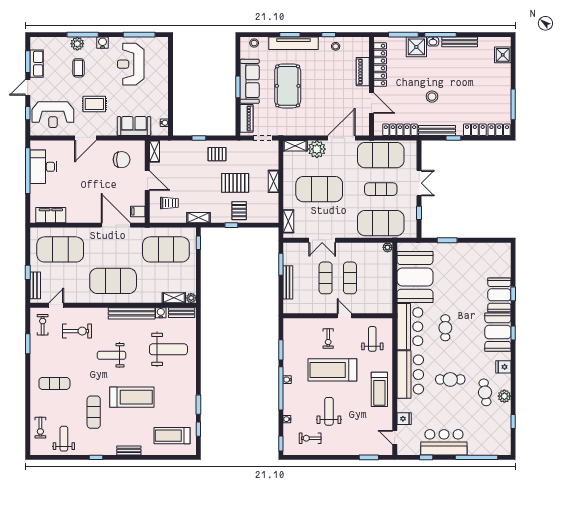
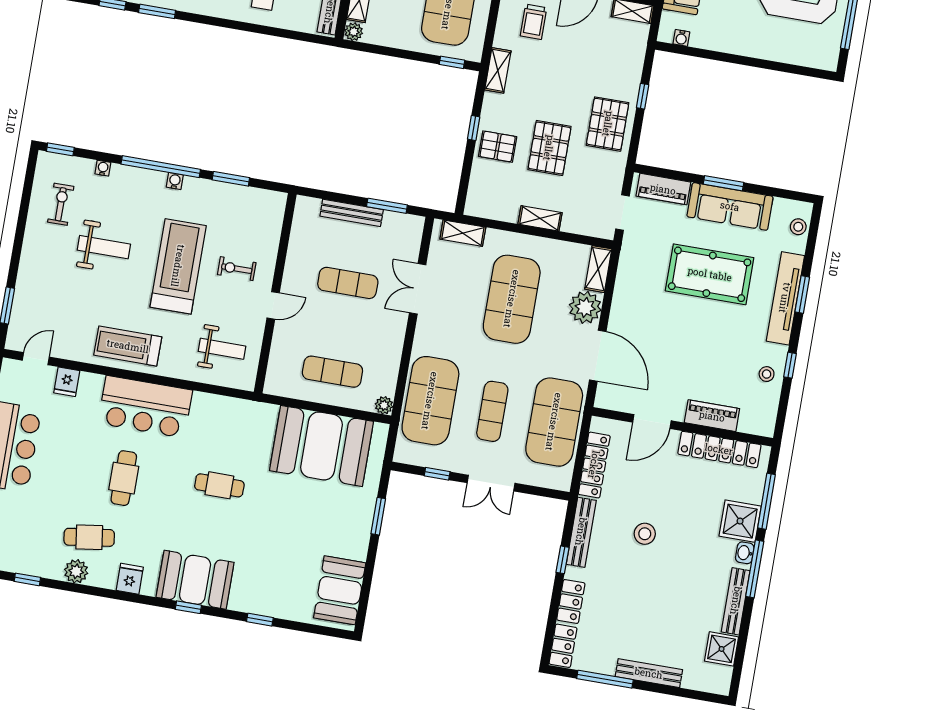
shower: (503, 55) -> (722, 649), moved
bench: (506, 82) -> (649, 673), added
pallet: (217, 154) -> (608, 124), width x1.50, depth x1.42
exercise mat: (350, 278) -> (332, 372), moved
booth: (499, 295) -> (340, 590), moved, turned 90
bar counter: (410, 327) -> (233, 421), removed

